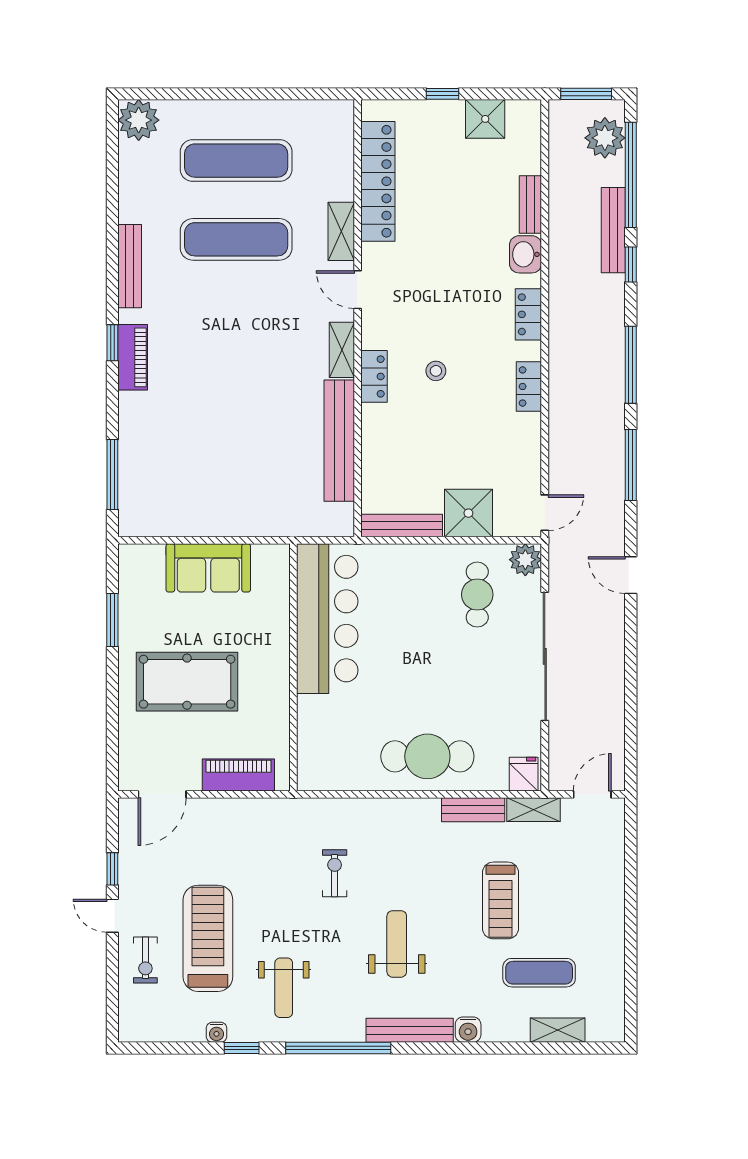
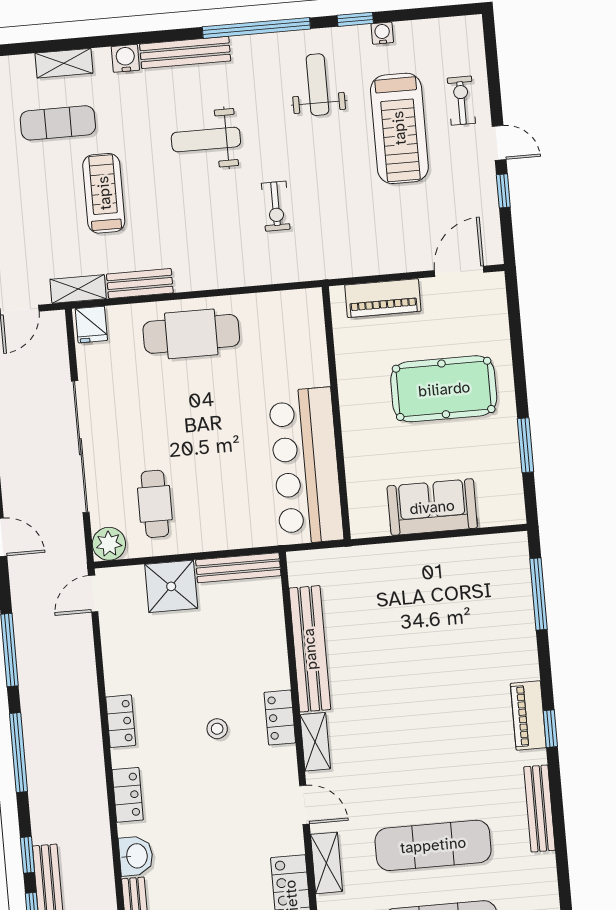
weight bench: (397, 944) -> (206, 140), turned 90
shelving: (558, 1030) -> (64, 63), moved

